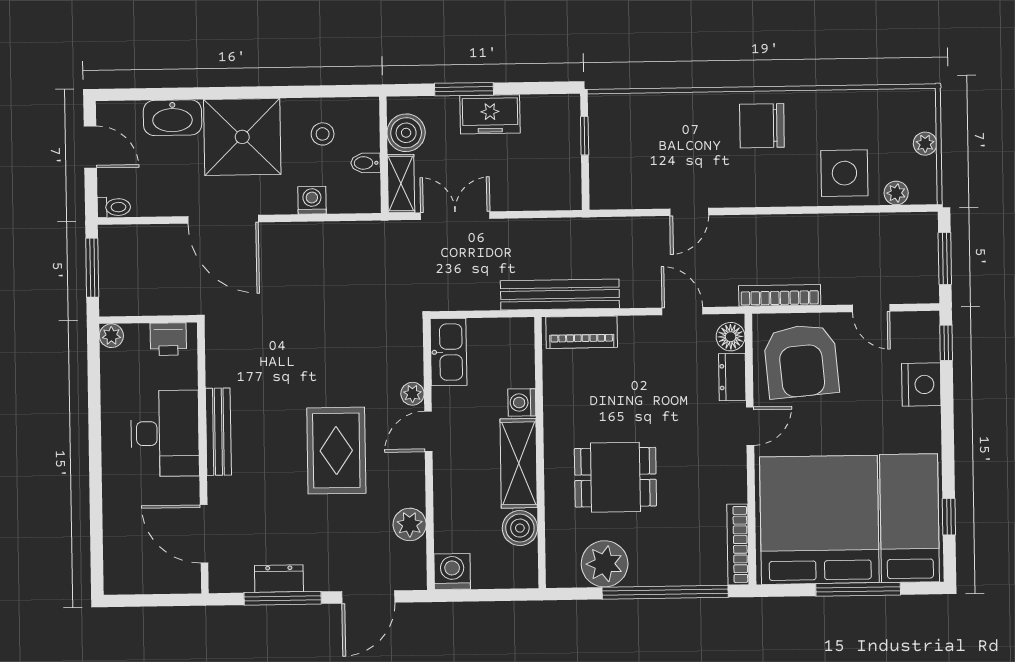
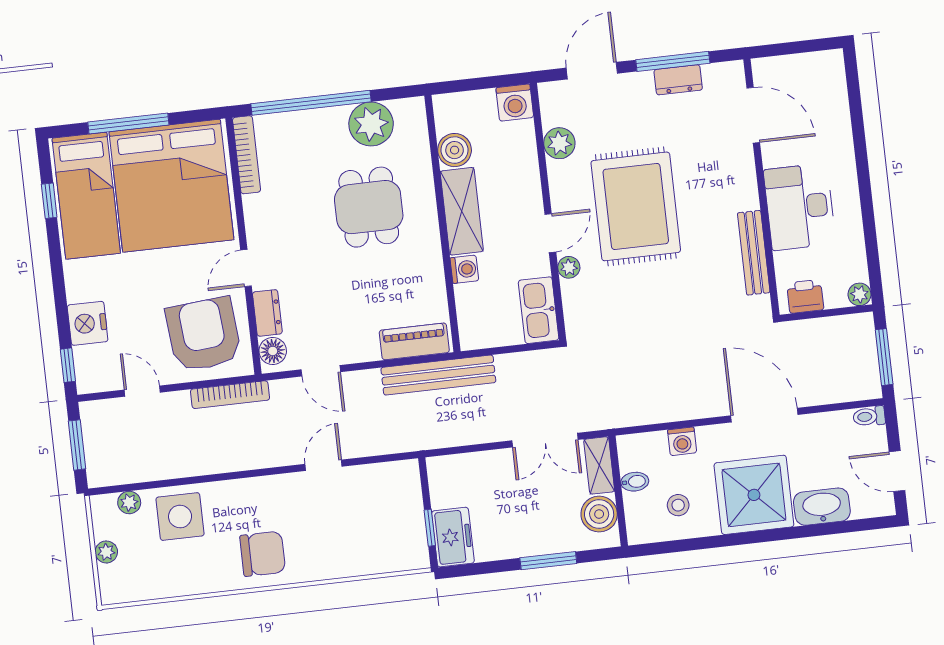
freezer: (490, 114) -> (453, 537), moved, turned 90
bench: (218, 432) -> (754, 253), moved
rug: (336, 451) -> (636, 206), width x1.37, depth x1.44
dining table: (615, 477) -> (369, 207), turned 90

